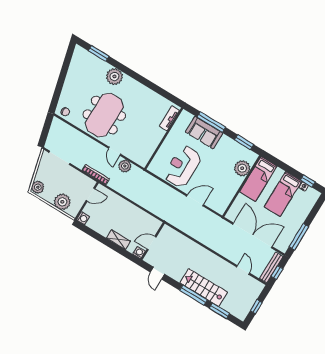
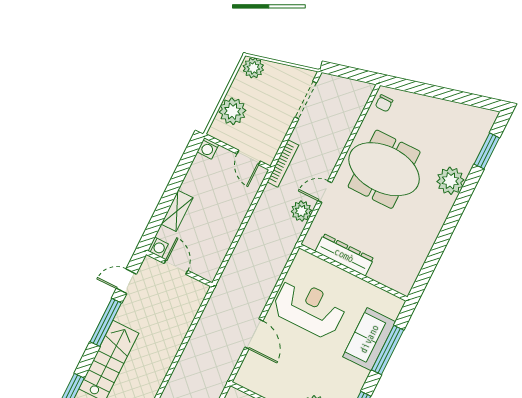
tv unit: (169, 118) -> (388, 279), removed
dresser: (153, 143) -> (344, 255), added
window: (193, 295) -> (106, 322), moved

